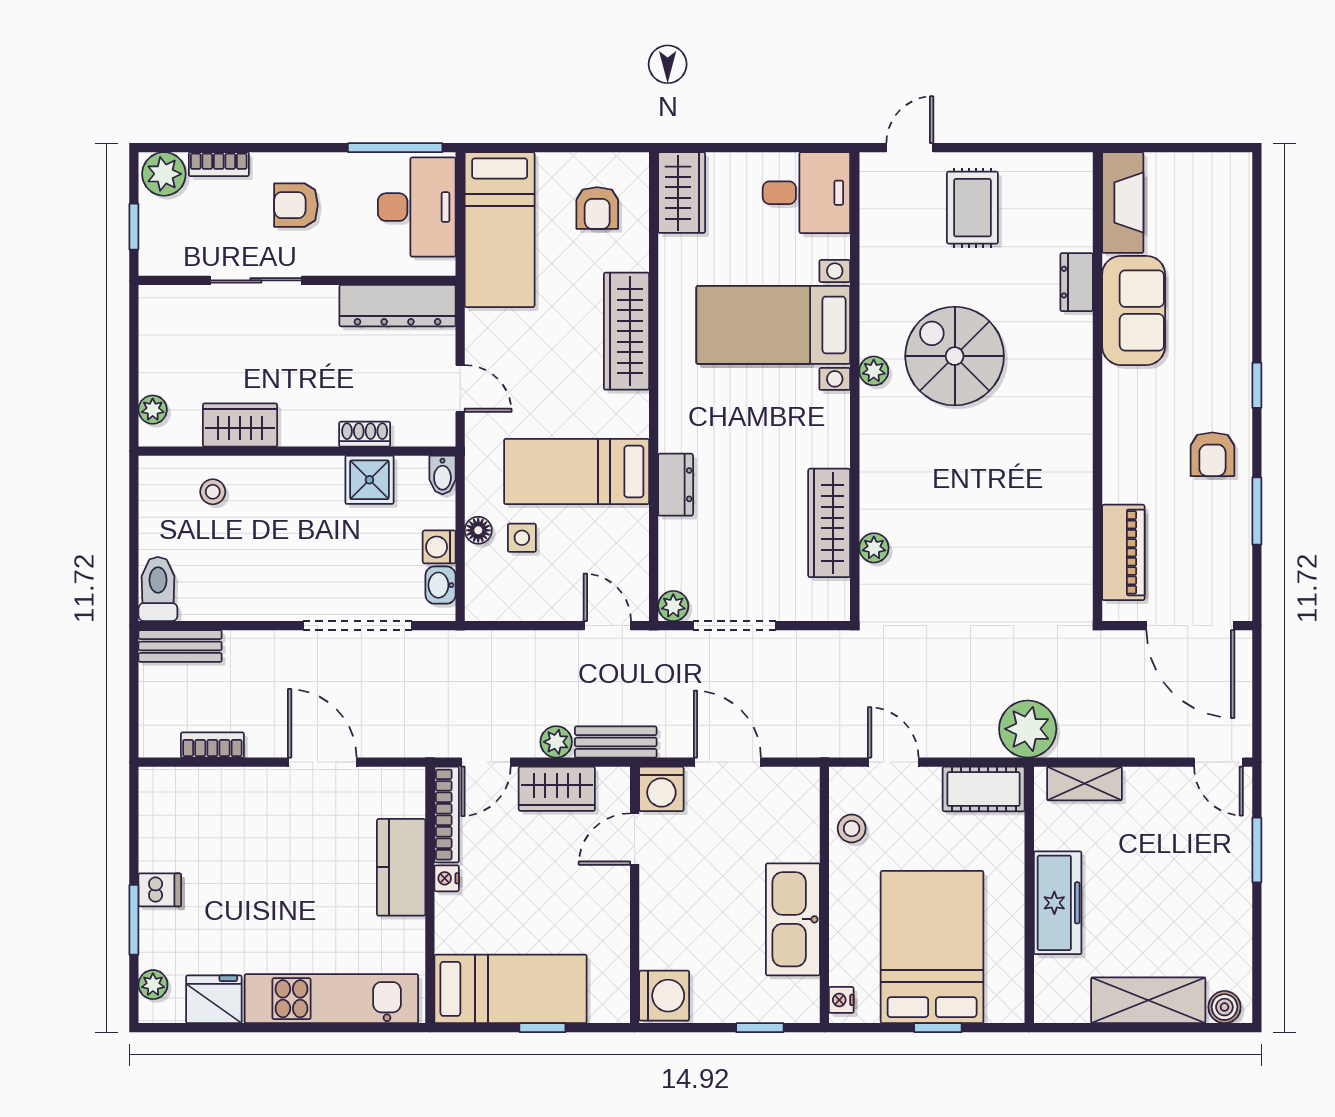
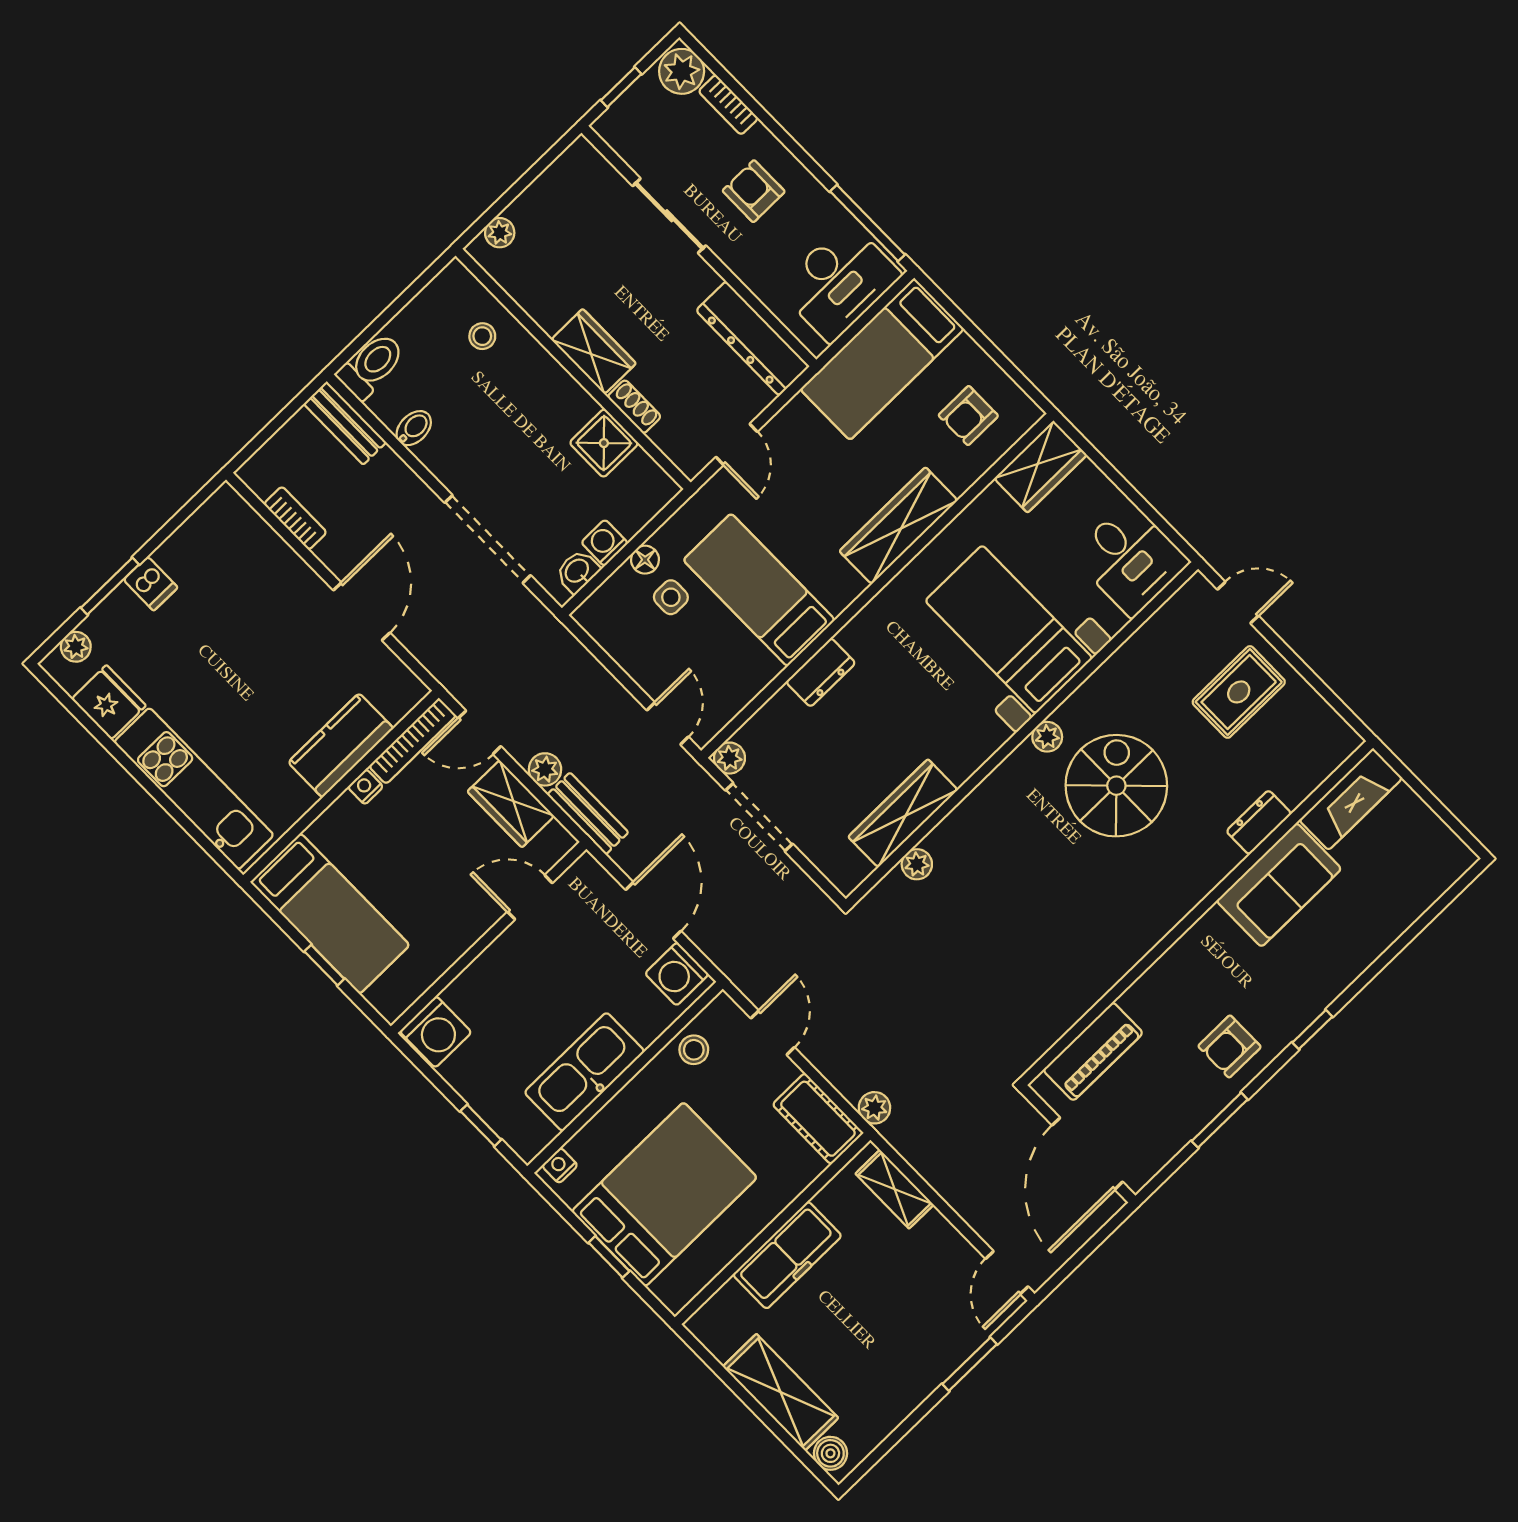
wardrobe: (240, 425) -> (594, 351), moved
bidet: (442, 475) -> (414, 428), moved, turned 180
plant: (1028, 729) -> (874, 1108), width x0.53, depth x0.53
washing machine: (661, 789) -> (677, 974), moved

